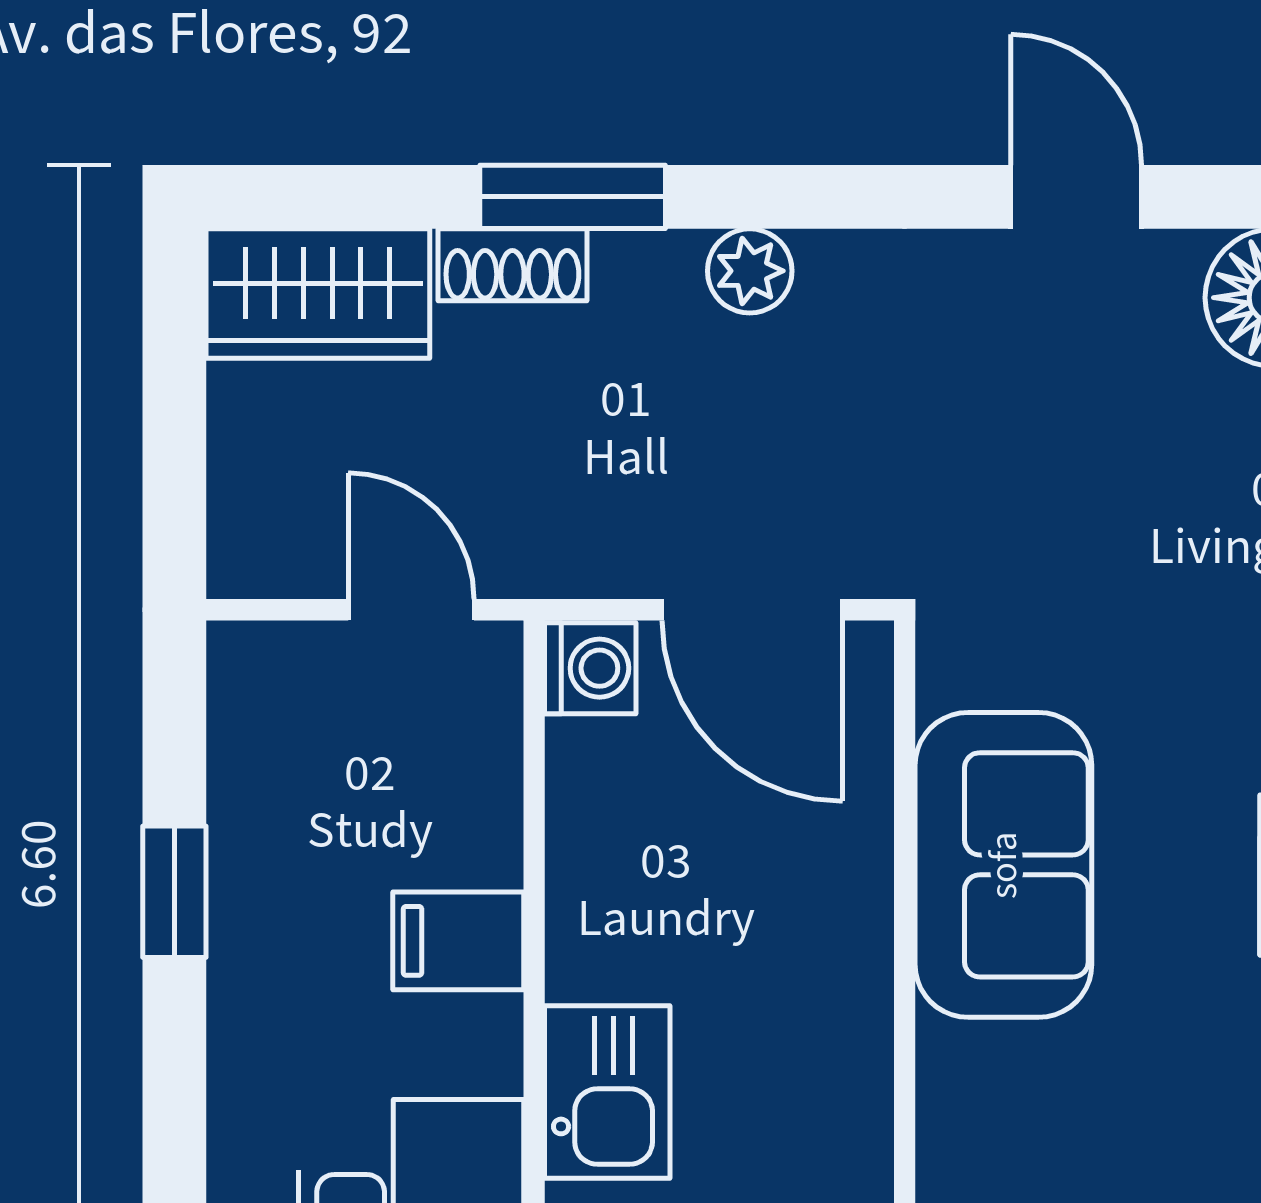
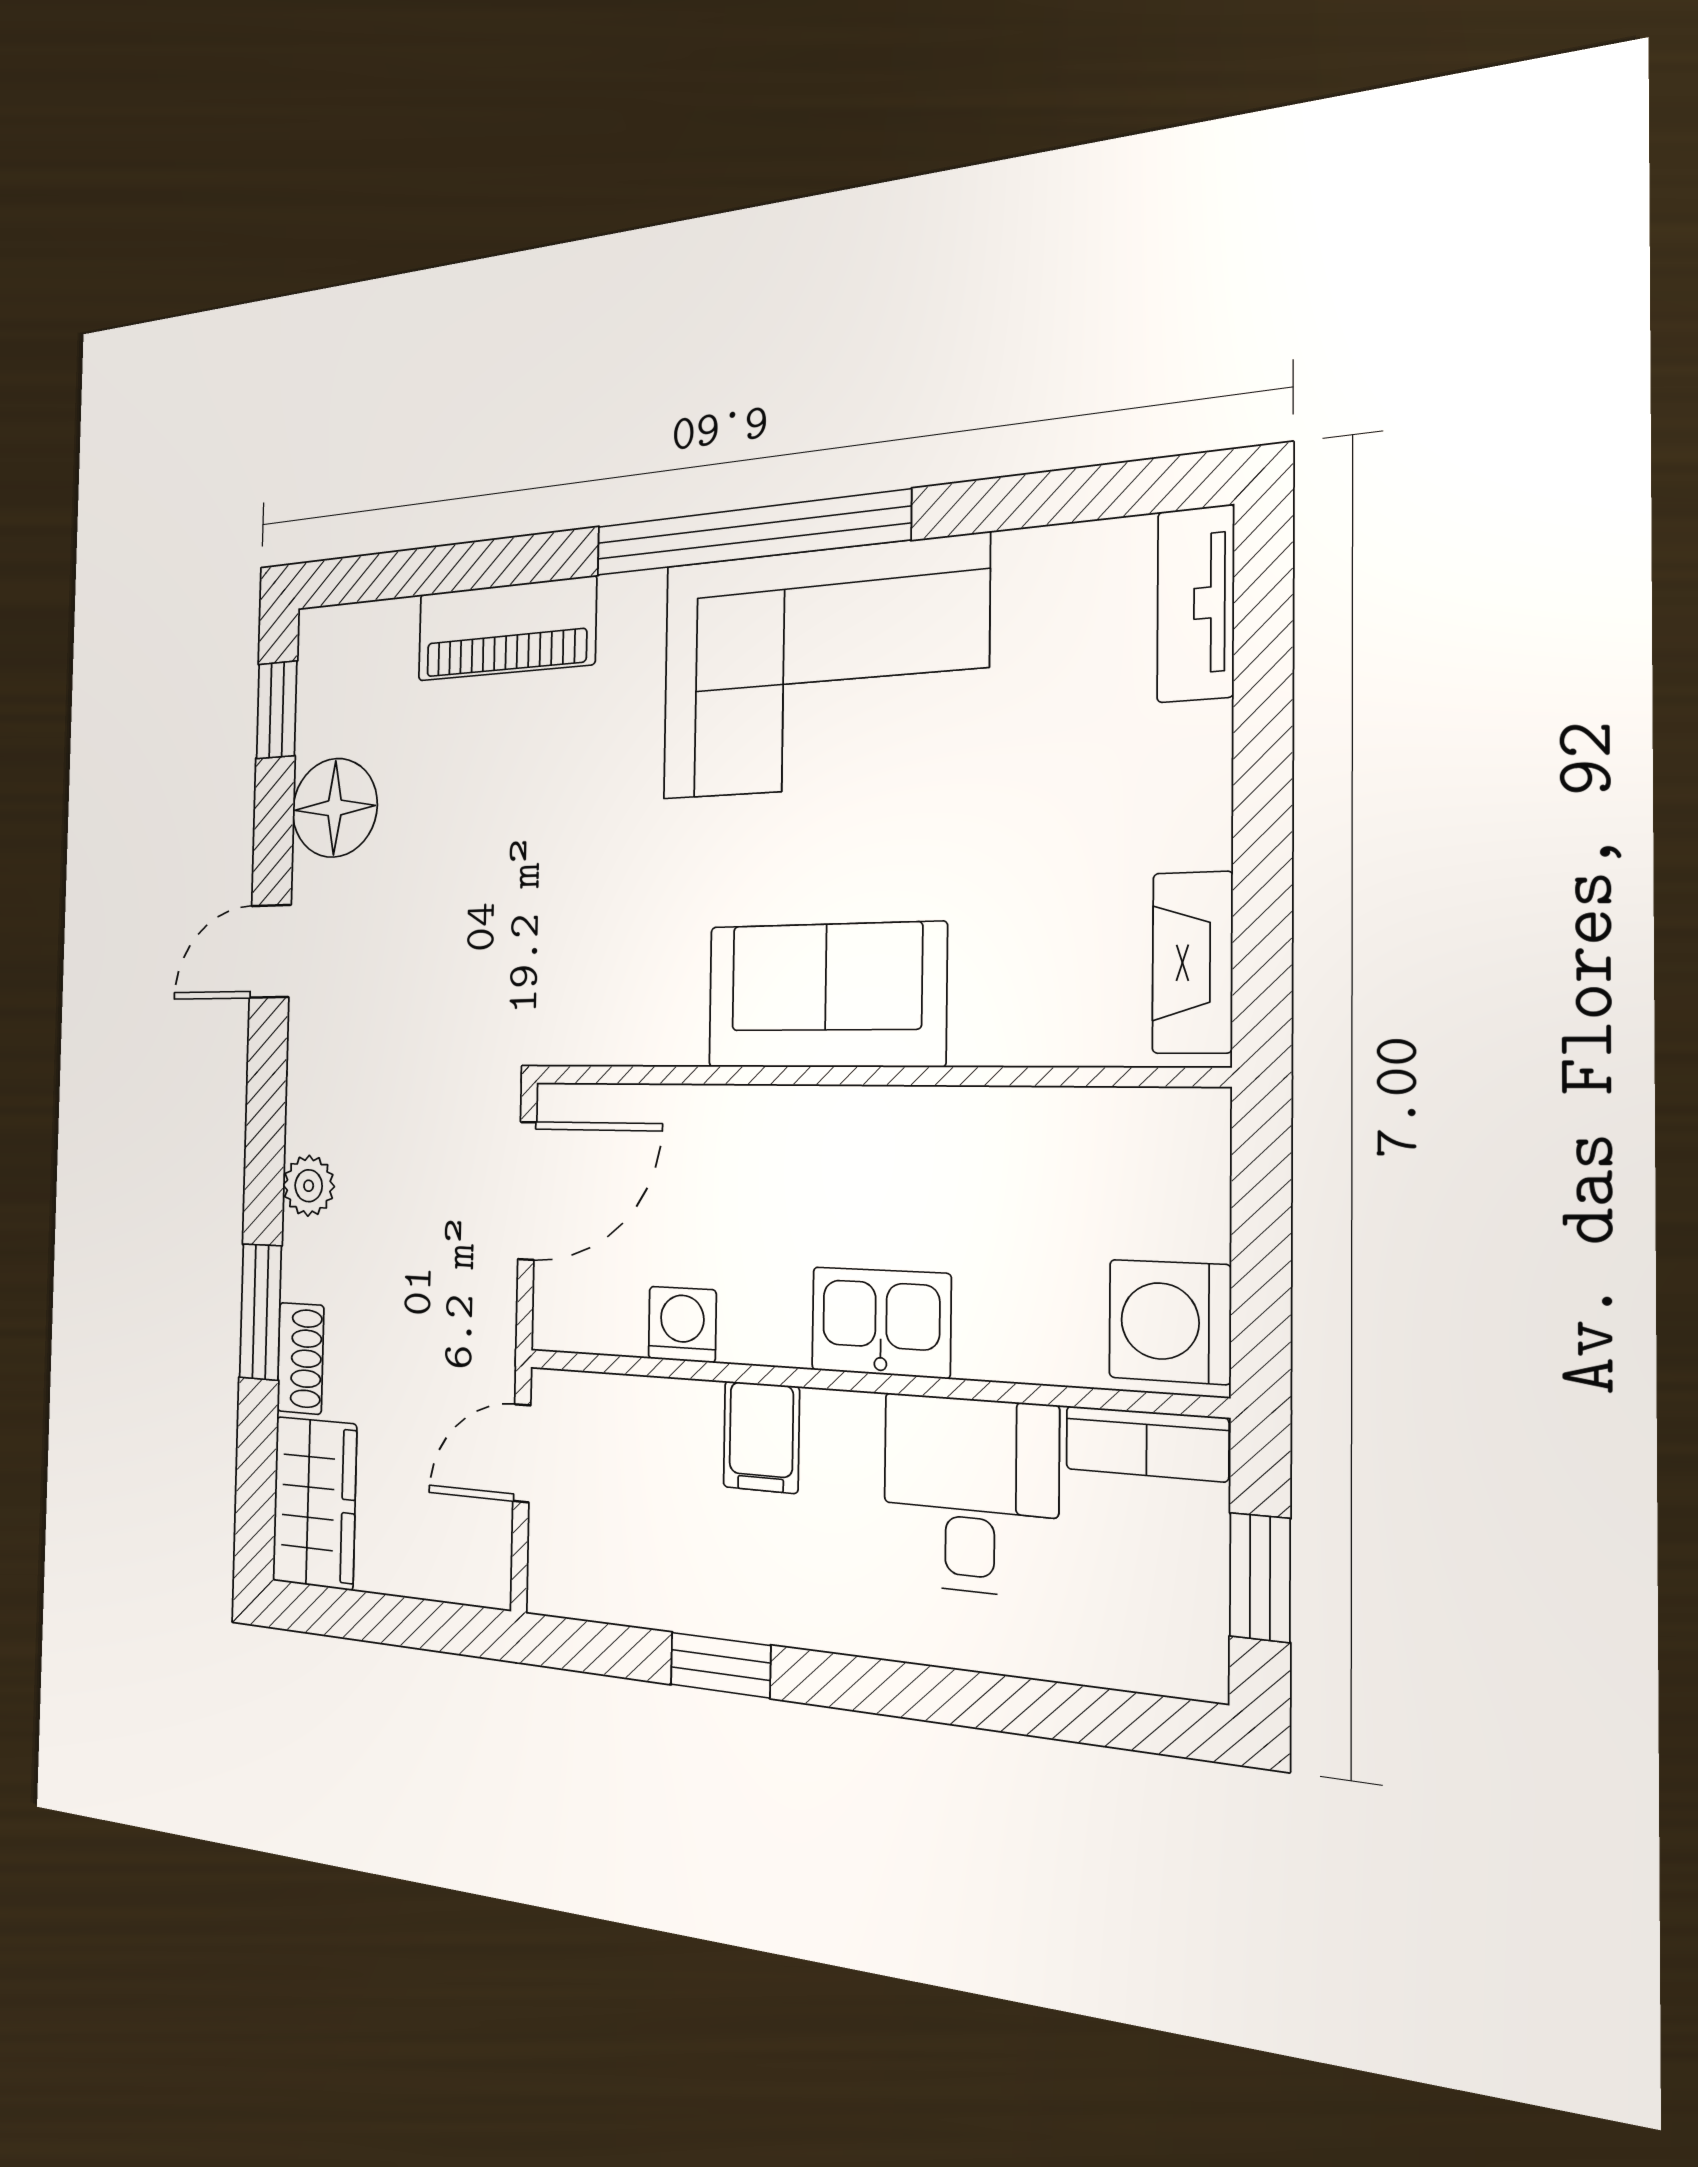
washing machine: (590, 668) -> (682, 1324), moved
sofa: (1003, 865) -> (826, 996), moved

